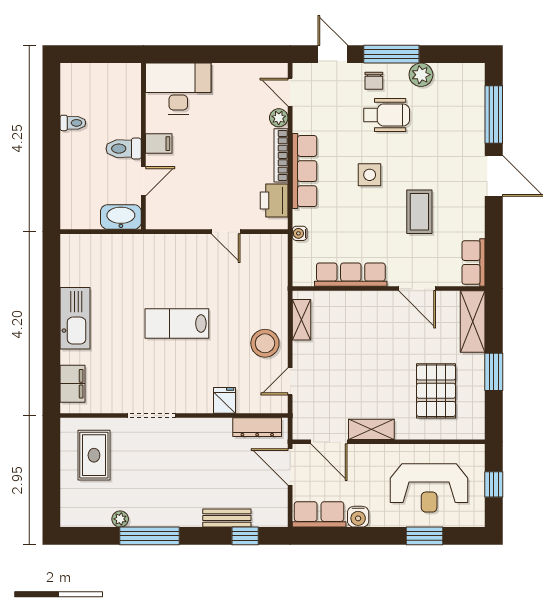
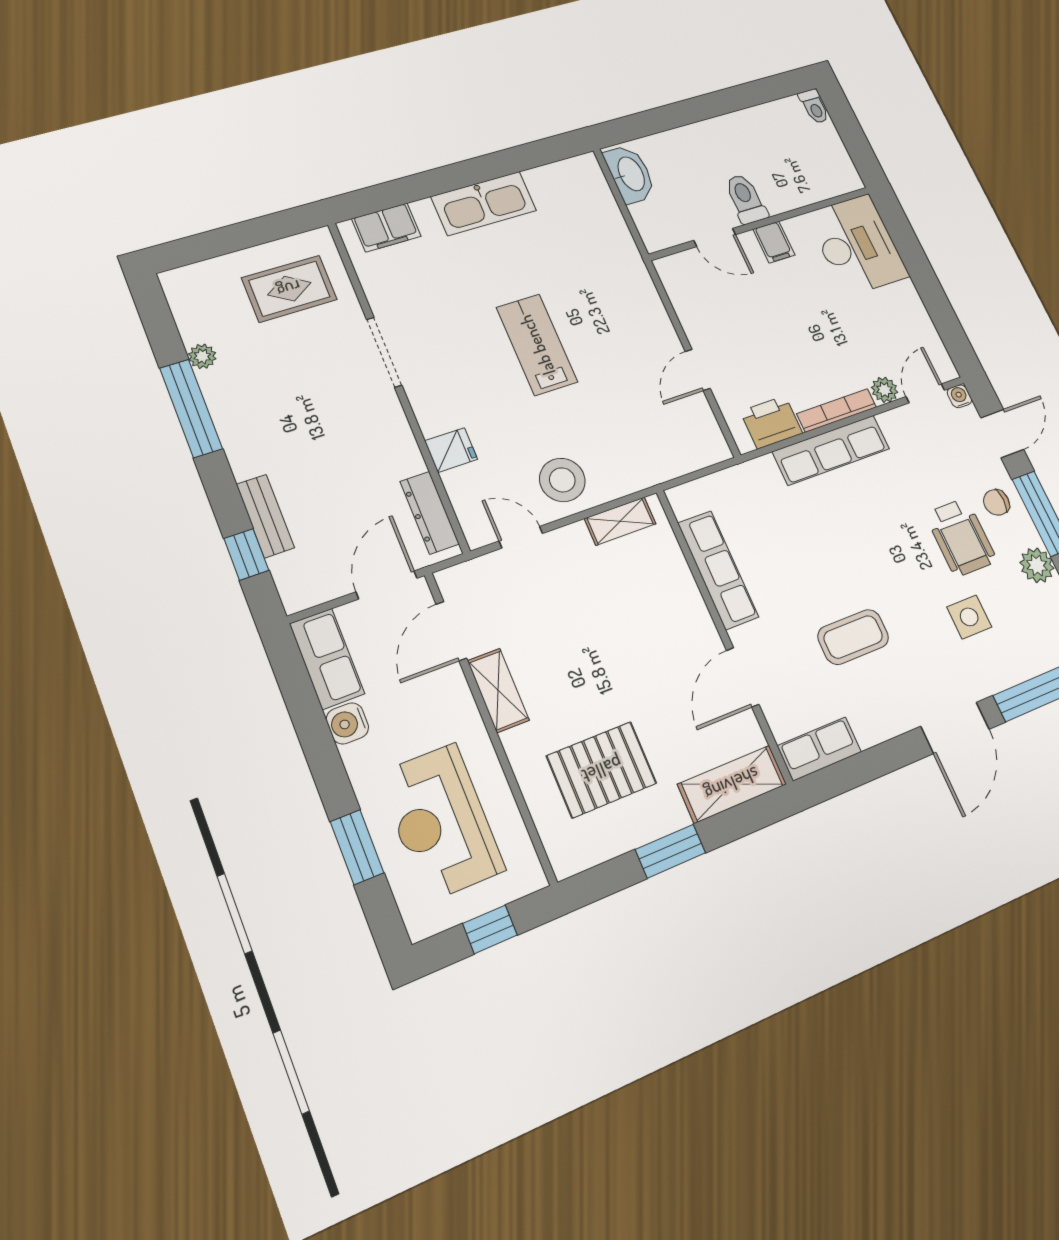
toilet: (73, 123) -> (814, 106), moved
side table: (370, 175) -> (969, 617), moved
washbasin: (121, 217) -> (630, 174), moved
water cooler: (300, 233) -> (959, 396), moved

